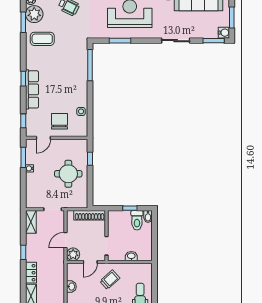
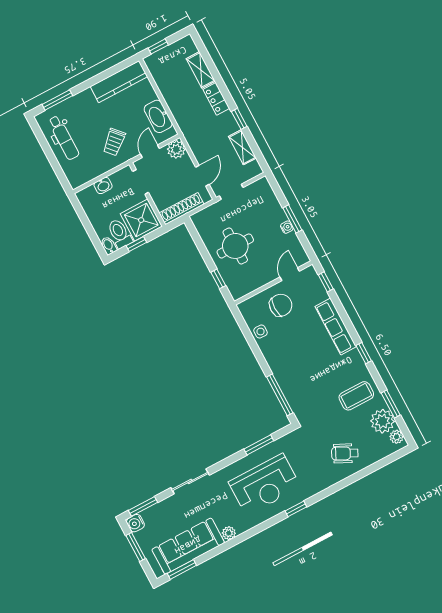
window: (23, 79) -> (364, 353), moved
chair: (59, 121) -> (281, 305), turned -90
window: (23, 157) -> (292, 219), moved
shelving: (31, 222) -> (242, 147), moved
shower: (119, 222) -> (141, 220), added
door: (65, 240) -> (202, 176), moved
washbasin: (71, 287) -> (158, 116), width x1.91, depth x1.45

